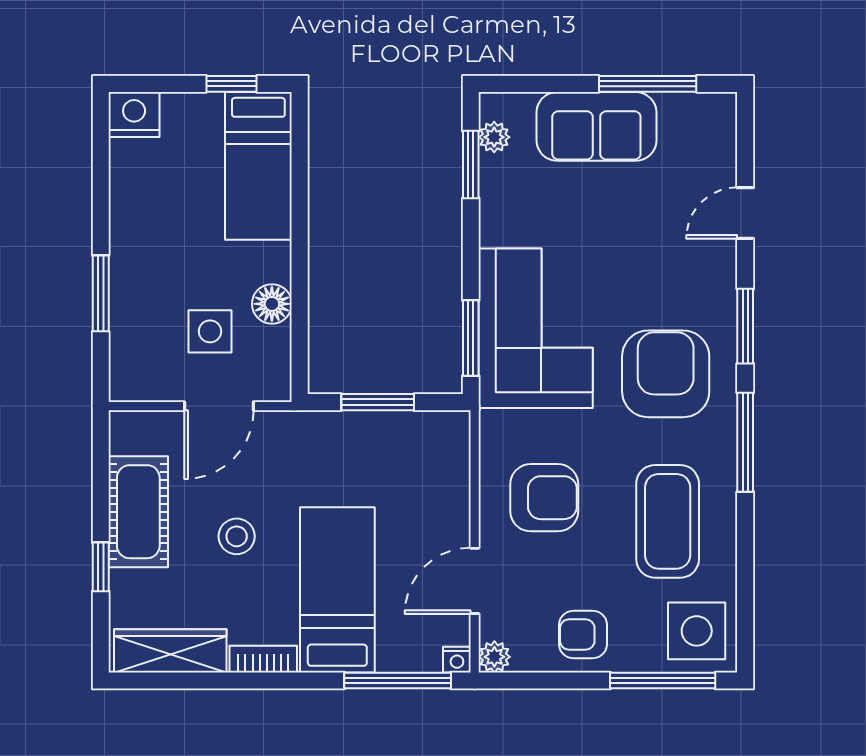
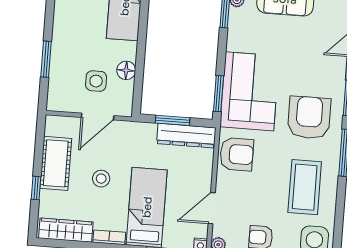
dresser: (409, 432) -> (186, 136), added
armchair: (544, 498) -> (237, 154), moved

